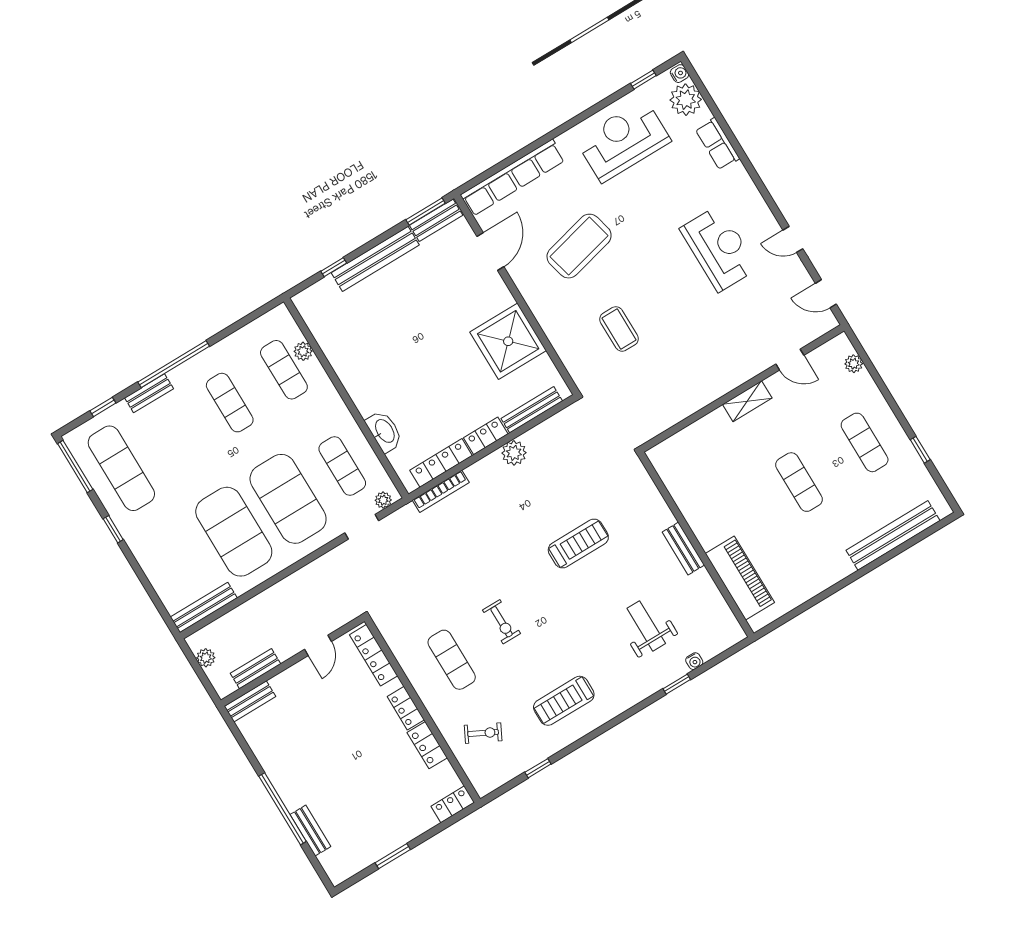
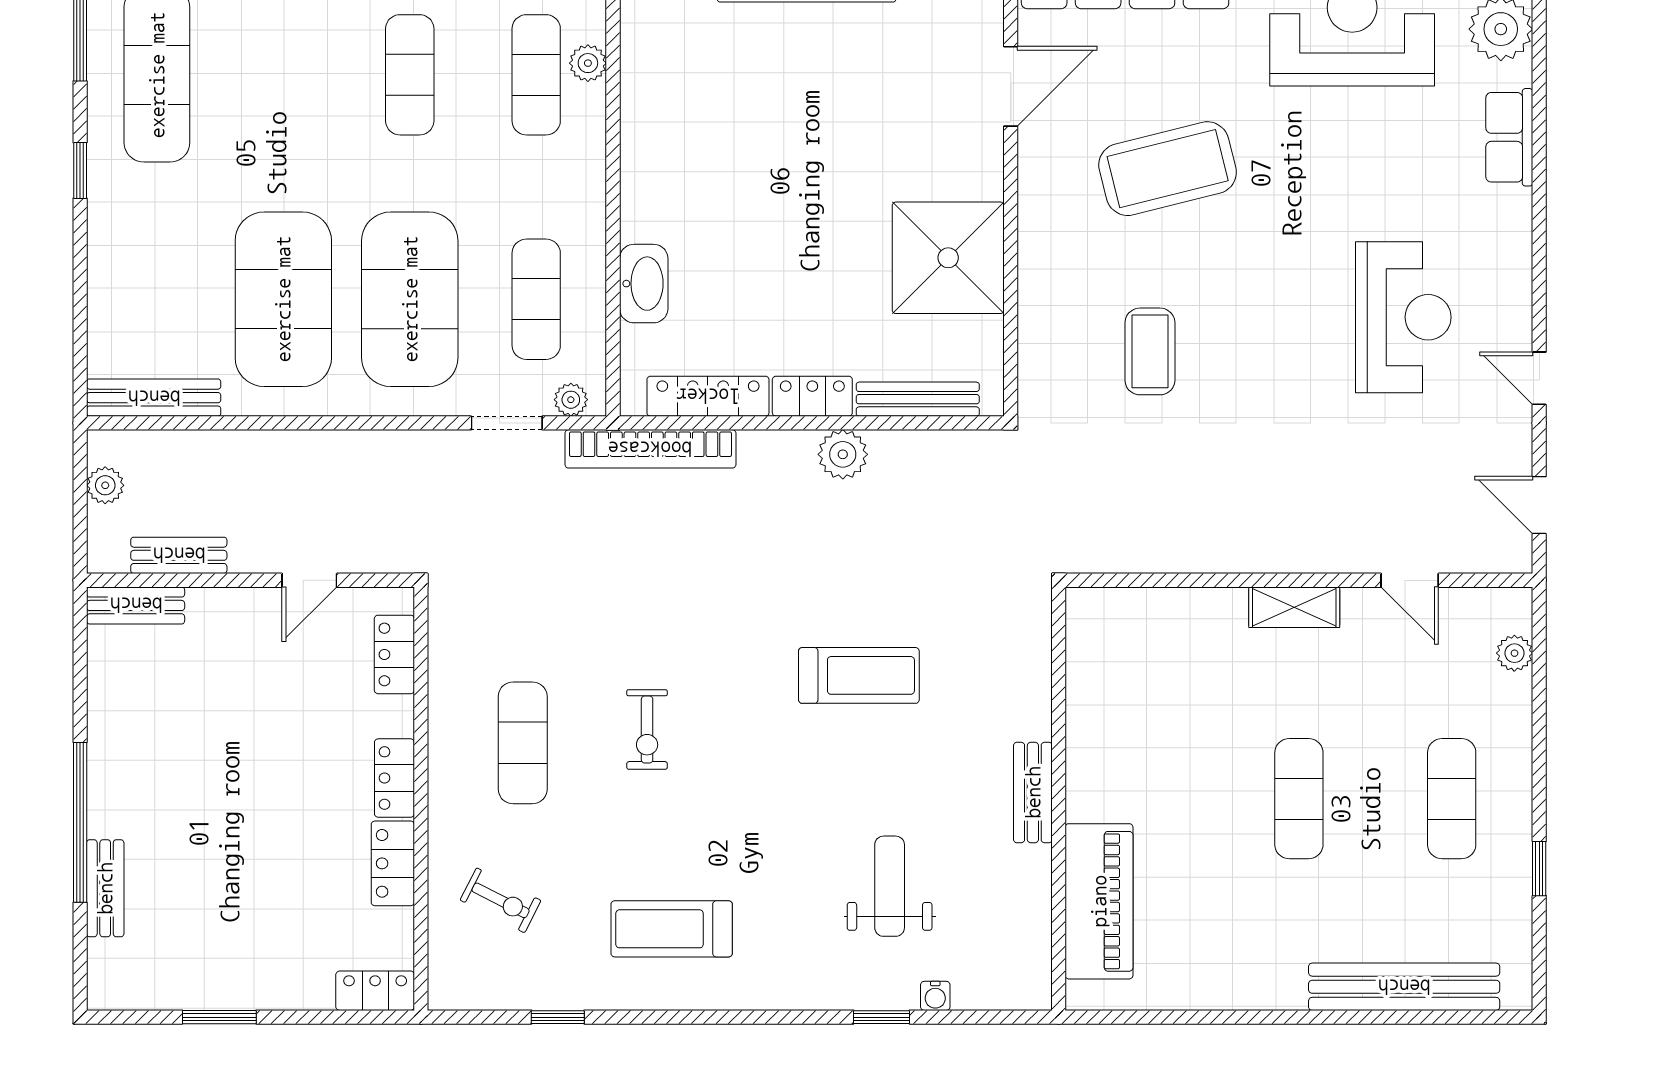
bookcase: (441, 491) -> (650, 449), width x1.48, depth x1.31
locker: (374, 655) -> (394, 654), width x0.66

